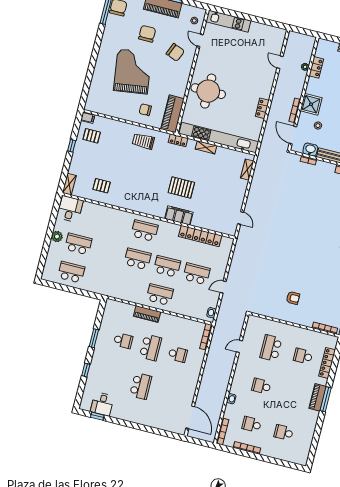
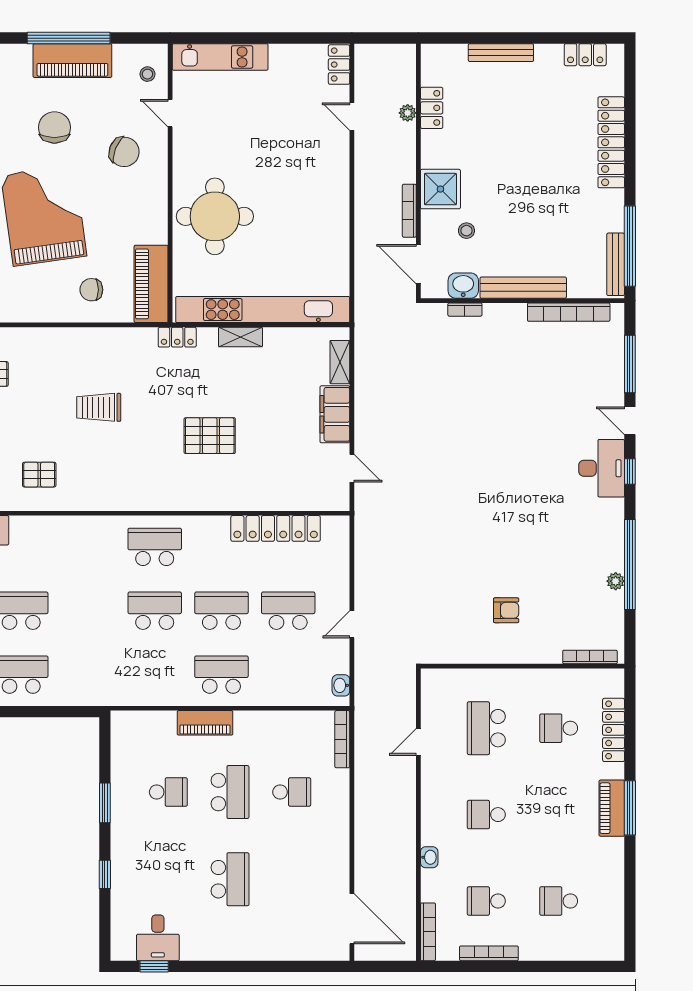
locker: (262, 108) -> (339, 65), moved
trolley: (143, 141) -> (99, 407), moved
filing cabinet: (179, 215) -> (335, 414), moved, turned -90

